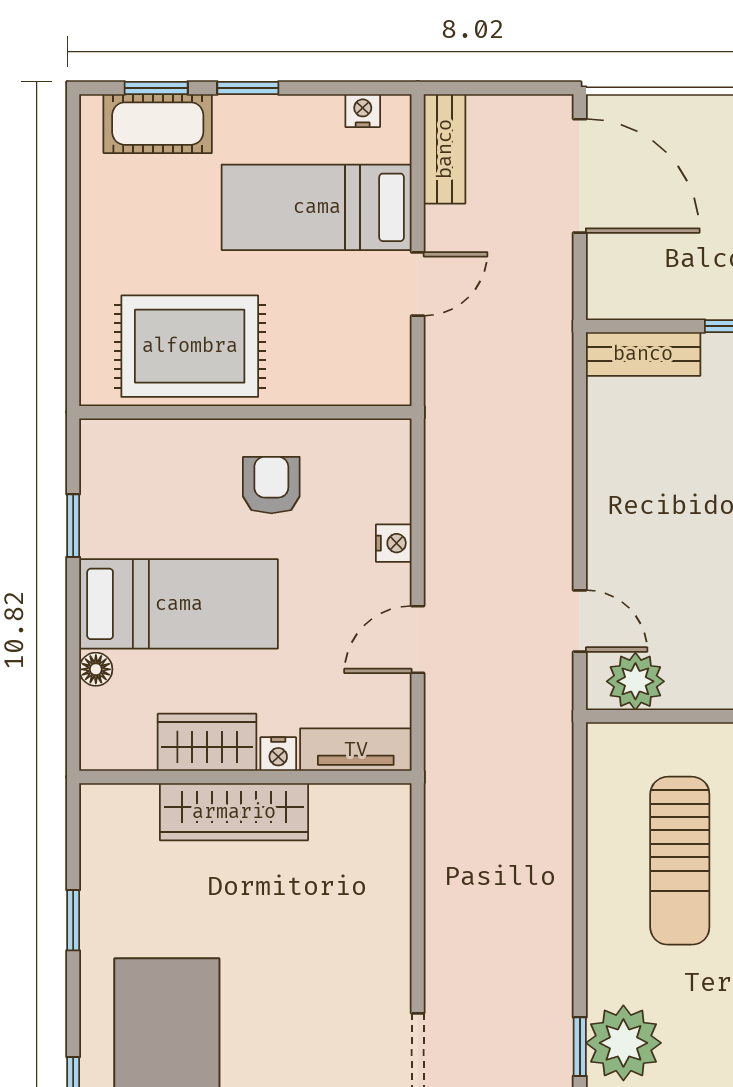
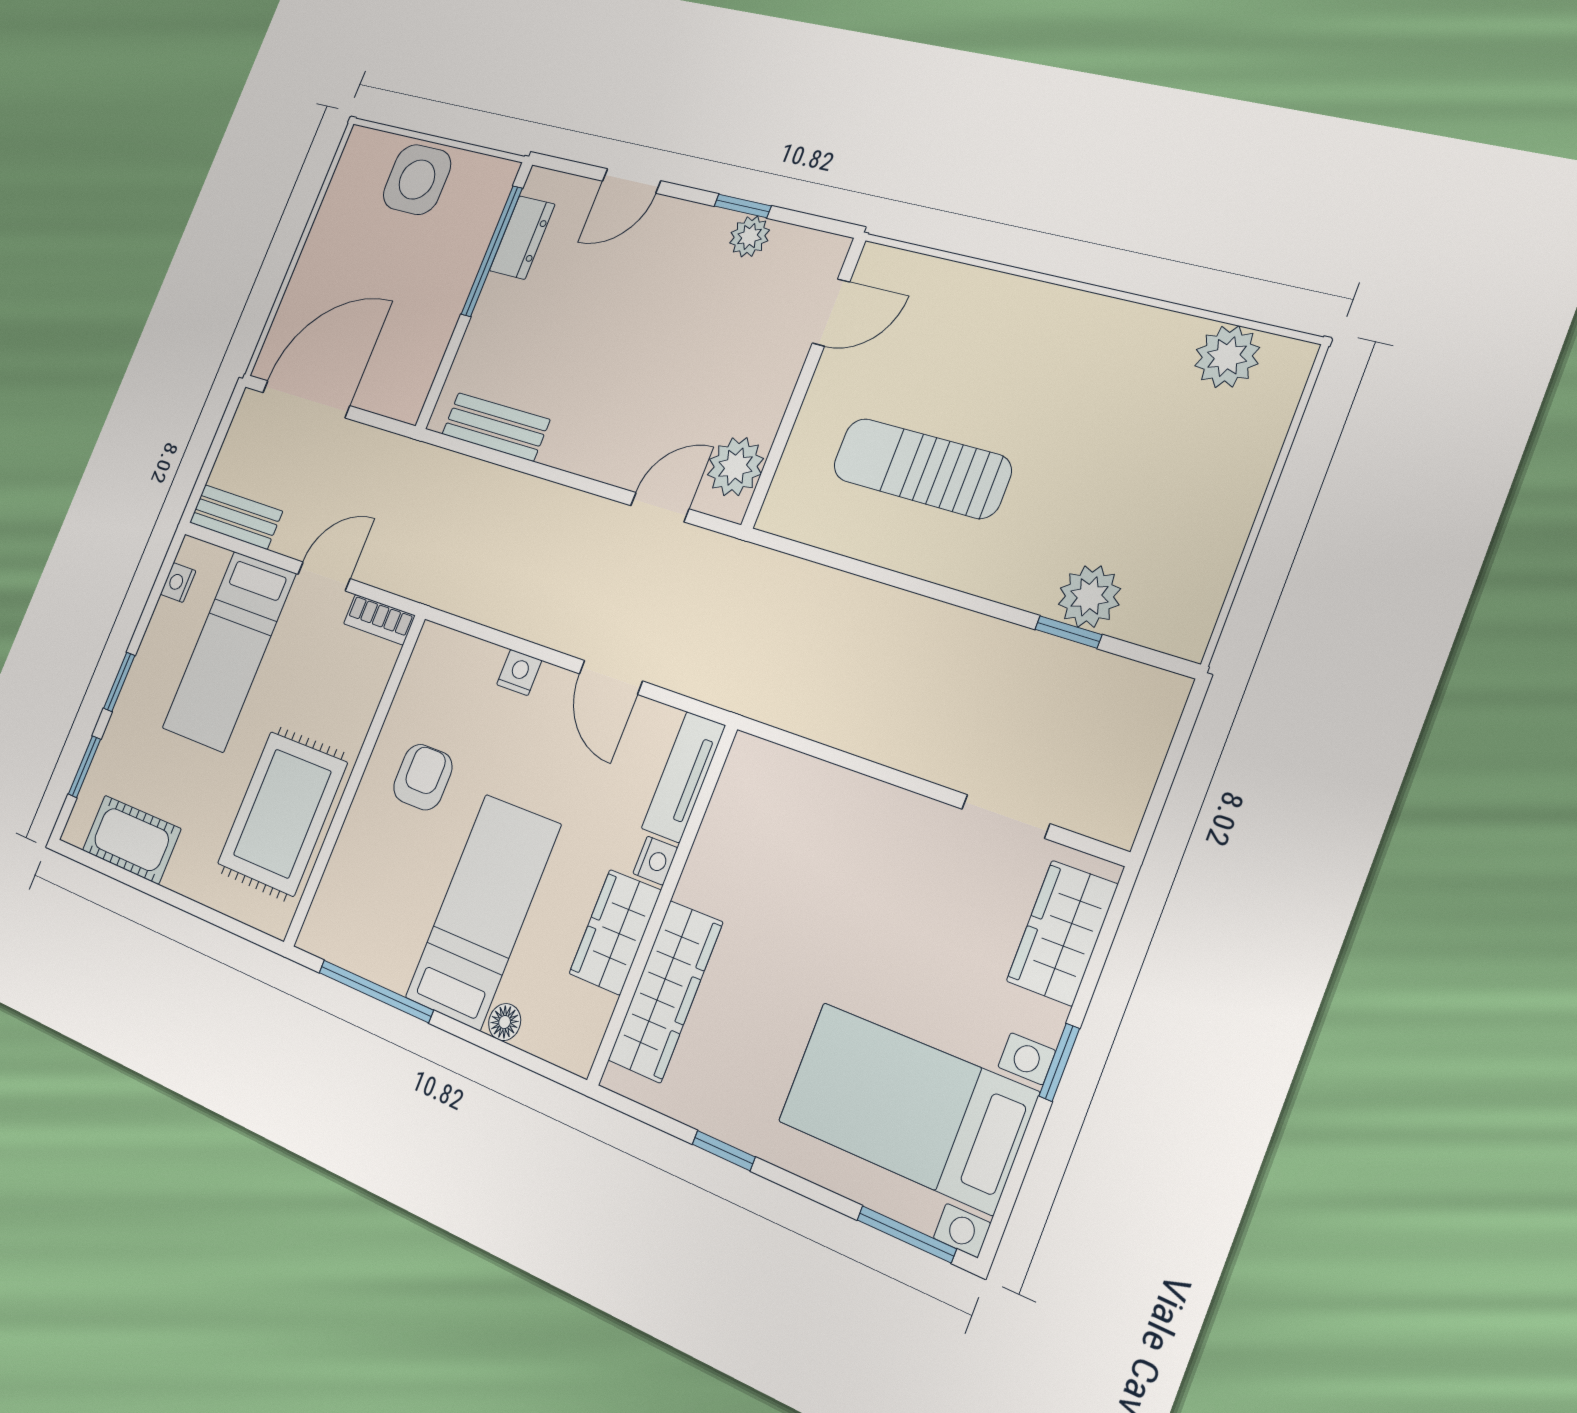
cot: (158, 124) -> (131, 839), moved, turned 90
door: (418, 284) -> (324, 576), hinge flipped
bench: (643, 354) -> (496, 427), moved, turned 90
bookcase: (396, 367) -> (379, 620), added
armchair: (271, 485) -> (423, 777), turned 90
window: (73, 526) -> (376, 991), width x2.17
wardrobe: (234, 812) -> (665, 991), moved
sun lounger: (680, 861) -> (921, 468), turned 180
plant: (623, 1043) -> (1089, 596), width x0.73, depth x0.73

